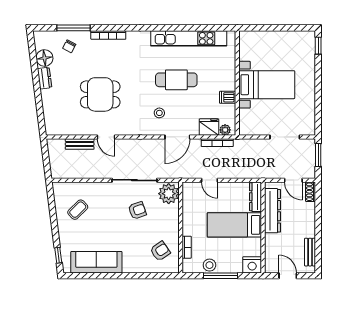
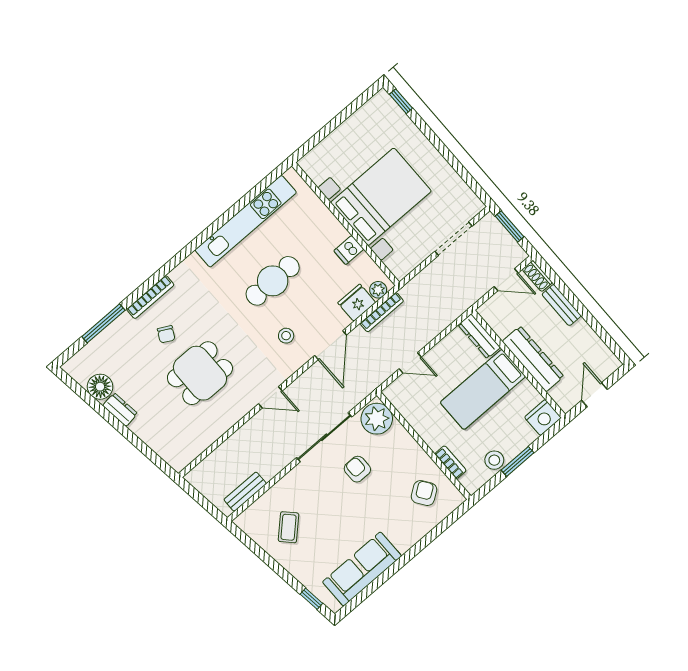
chair: (69, 46) -> (166, 334), moved
bed with nightstands: (267, 85) -> (381, 197), width x1.36
door: (106, 137) -> (270, 397), moved
bench: (80, 144) -> (245, 492), moved
armchair: (137, 210) -> (357, 469), turned -71
dresser: (273, 211) -> (533, 359), moved
bench: (310, 252) -> (561, 305), moved
window: (221, 276) -> (518, 461), width x0.69
door: (288, 276) -> (594, 395), hinge flipped

